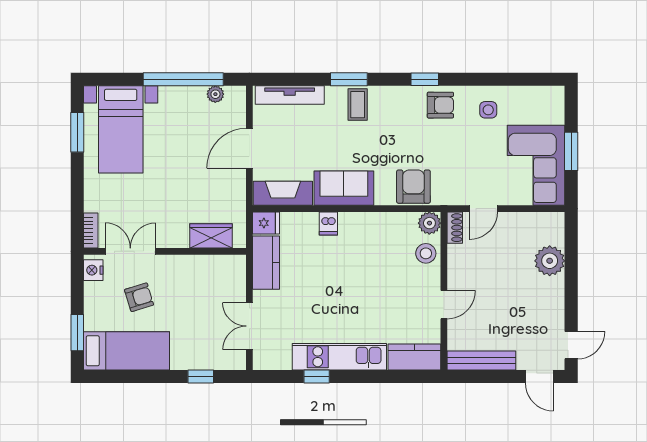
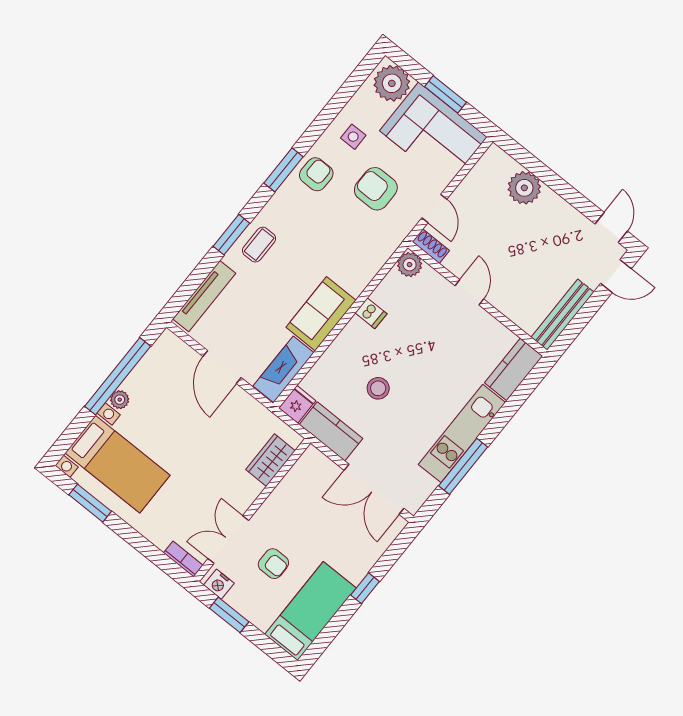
window: (425, 79) -> (283, 170), width x1.50
plant: (215, 94) -> (120, 400), moved
coffee table: (358, 105) -> (259, 245), turned 90
plant: (548, 107) -> (392, 83), added
armchair: (413, 187) -> (376, 189), moved
dishwasher: (328, 223) -> (371, 313), moved
stool: (426, 253) -> (378, 388), moved
armchair: (139, 297) -> (273, 564), turned 107
door: (444, 305) -> (469, 292), moved
double door: (249, 326) -> (374, 489), width x1.37
window: (77, 333) -> (229, 615), moved
window: (201, 376) -> (365, 588), moved
window: (317, 376) -> (463, 466), width x2.17

